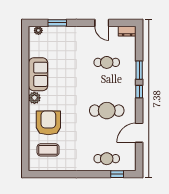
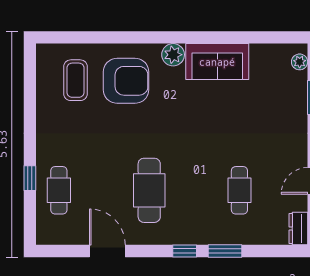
window: (117, 174) -> (30, 178), moved

